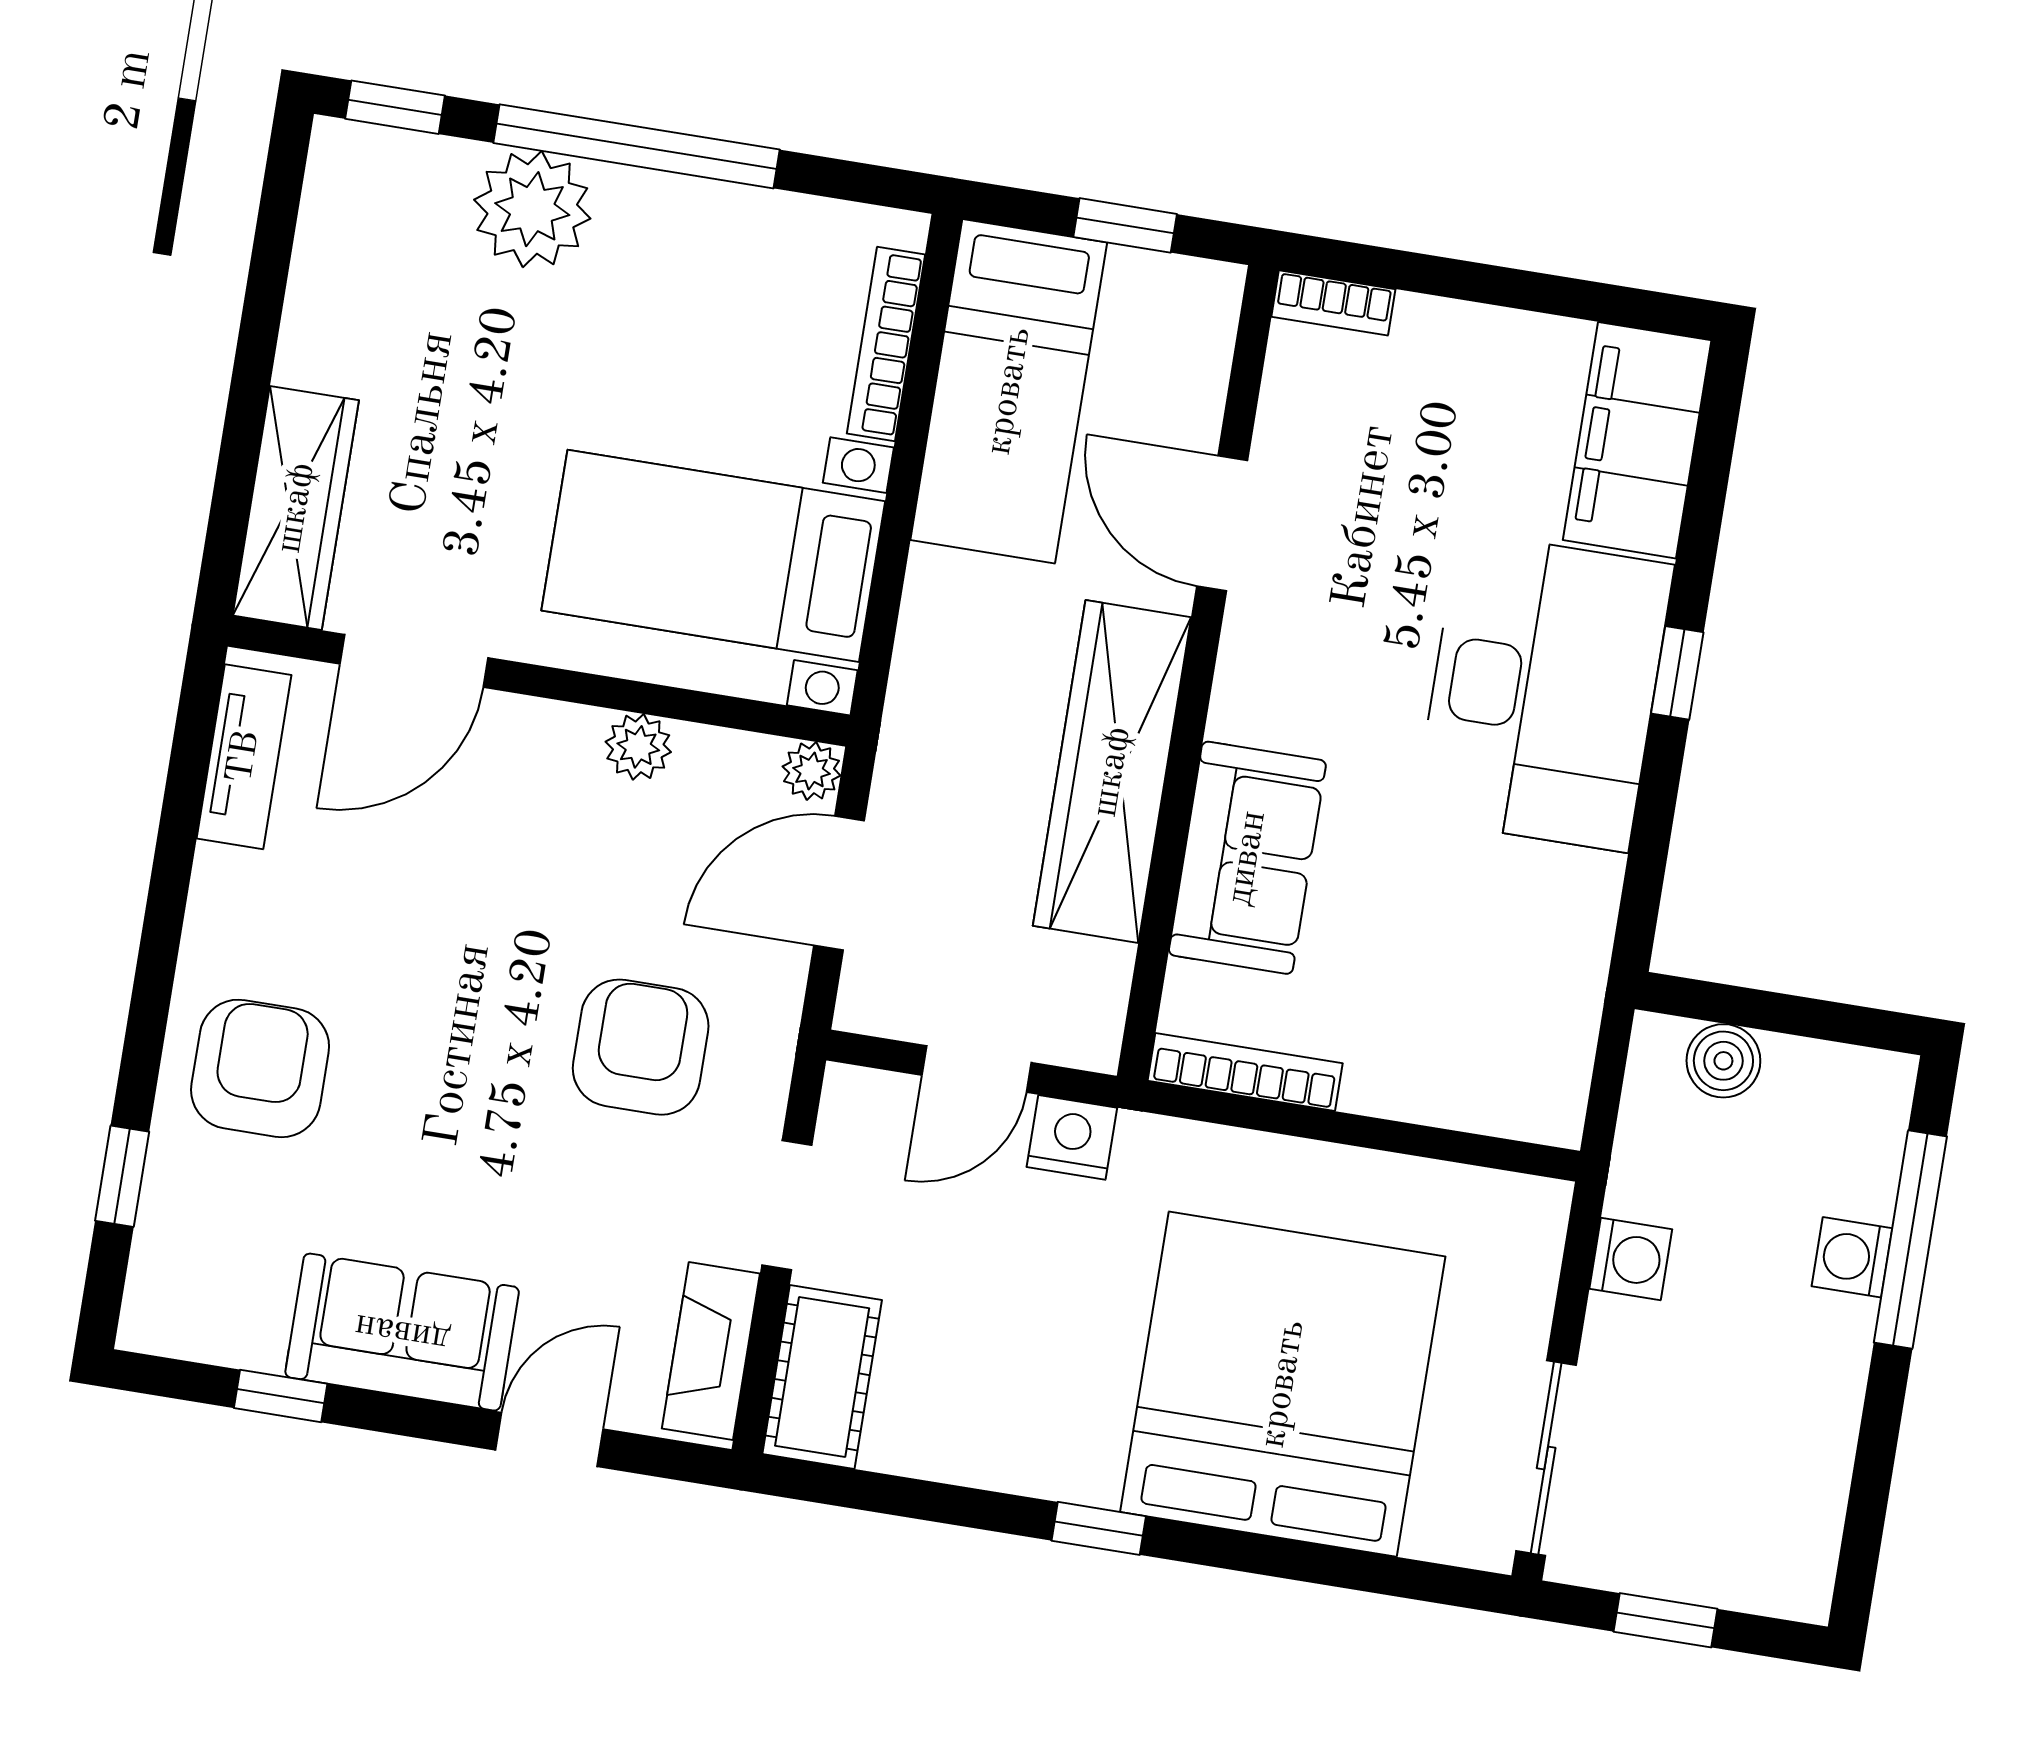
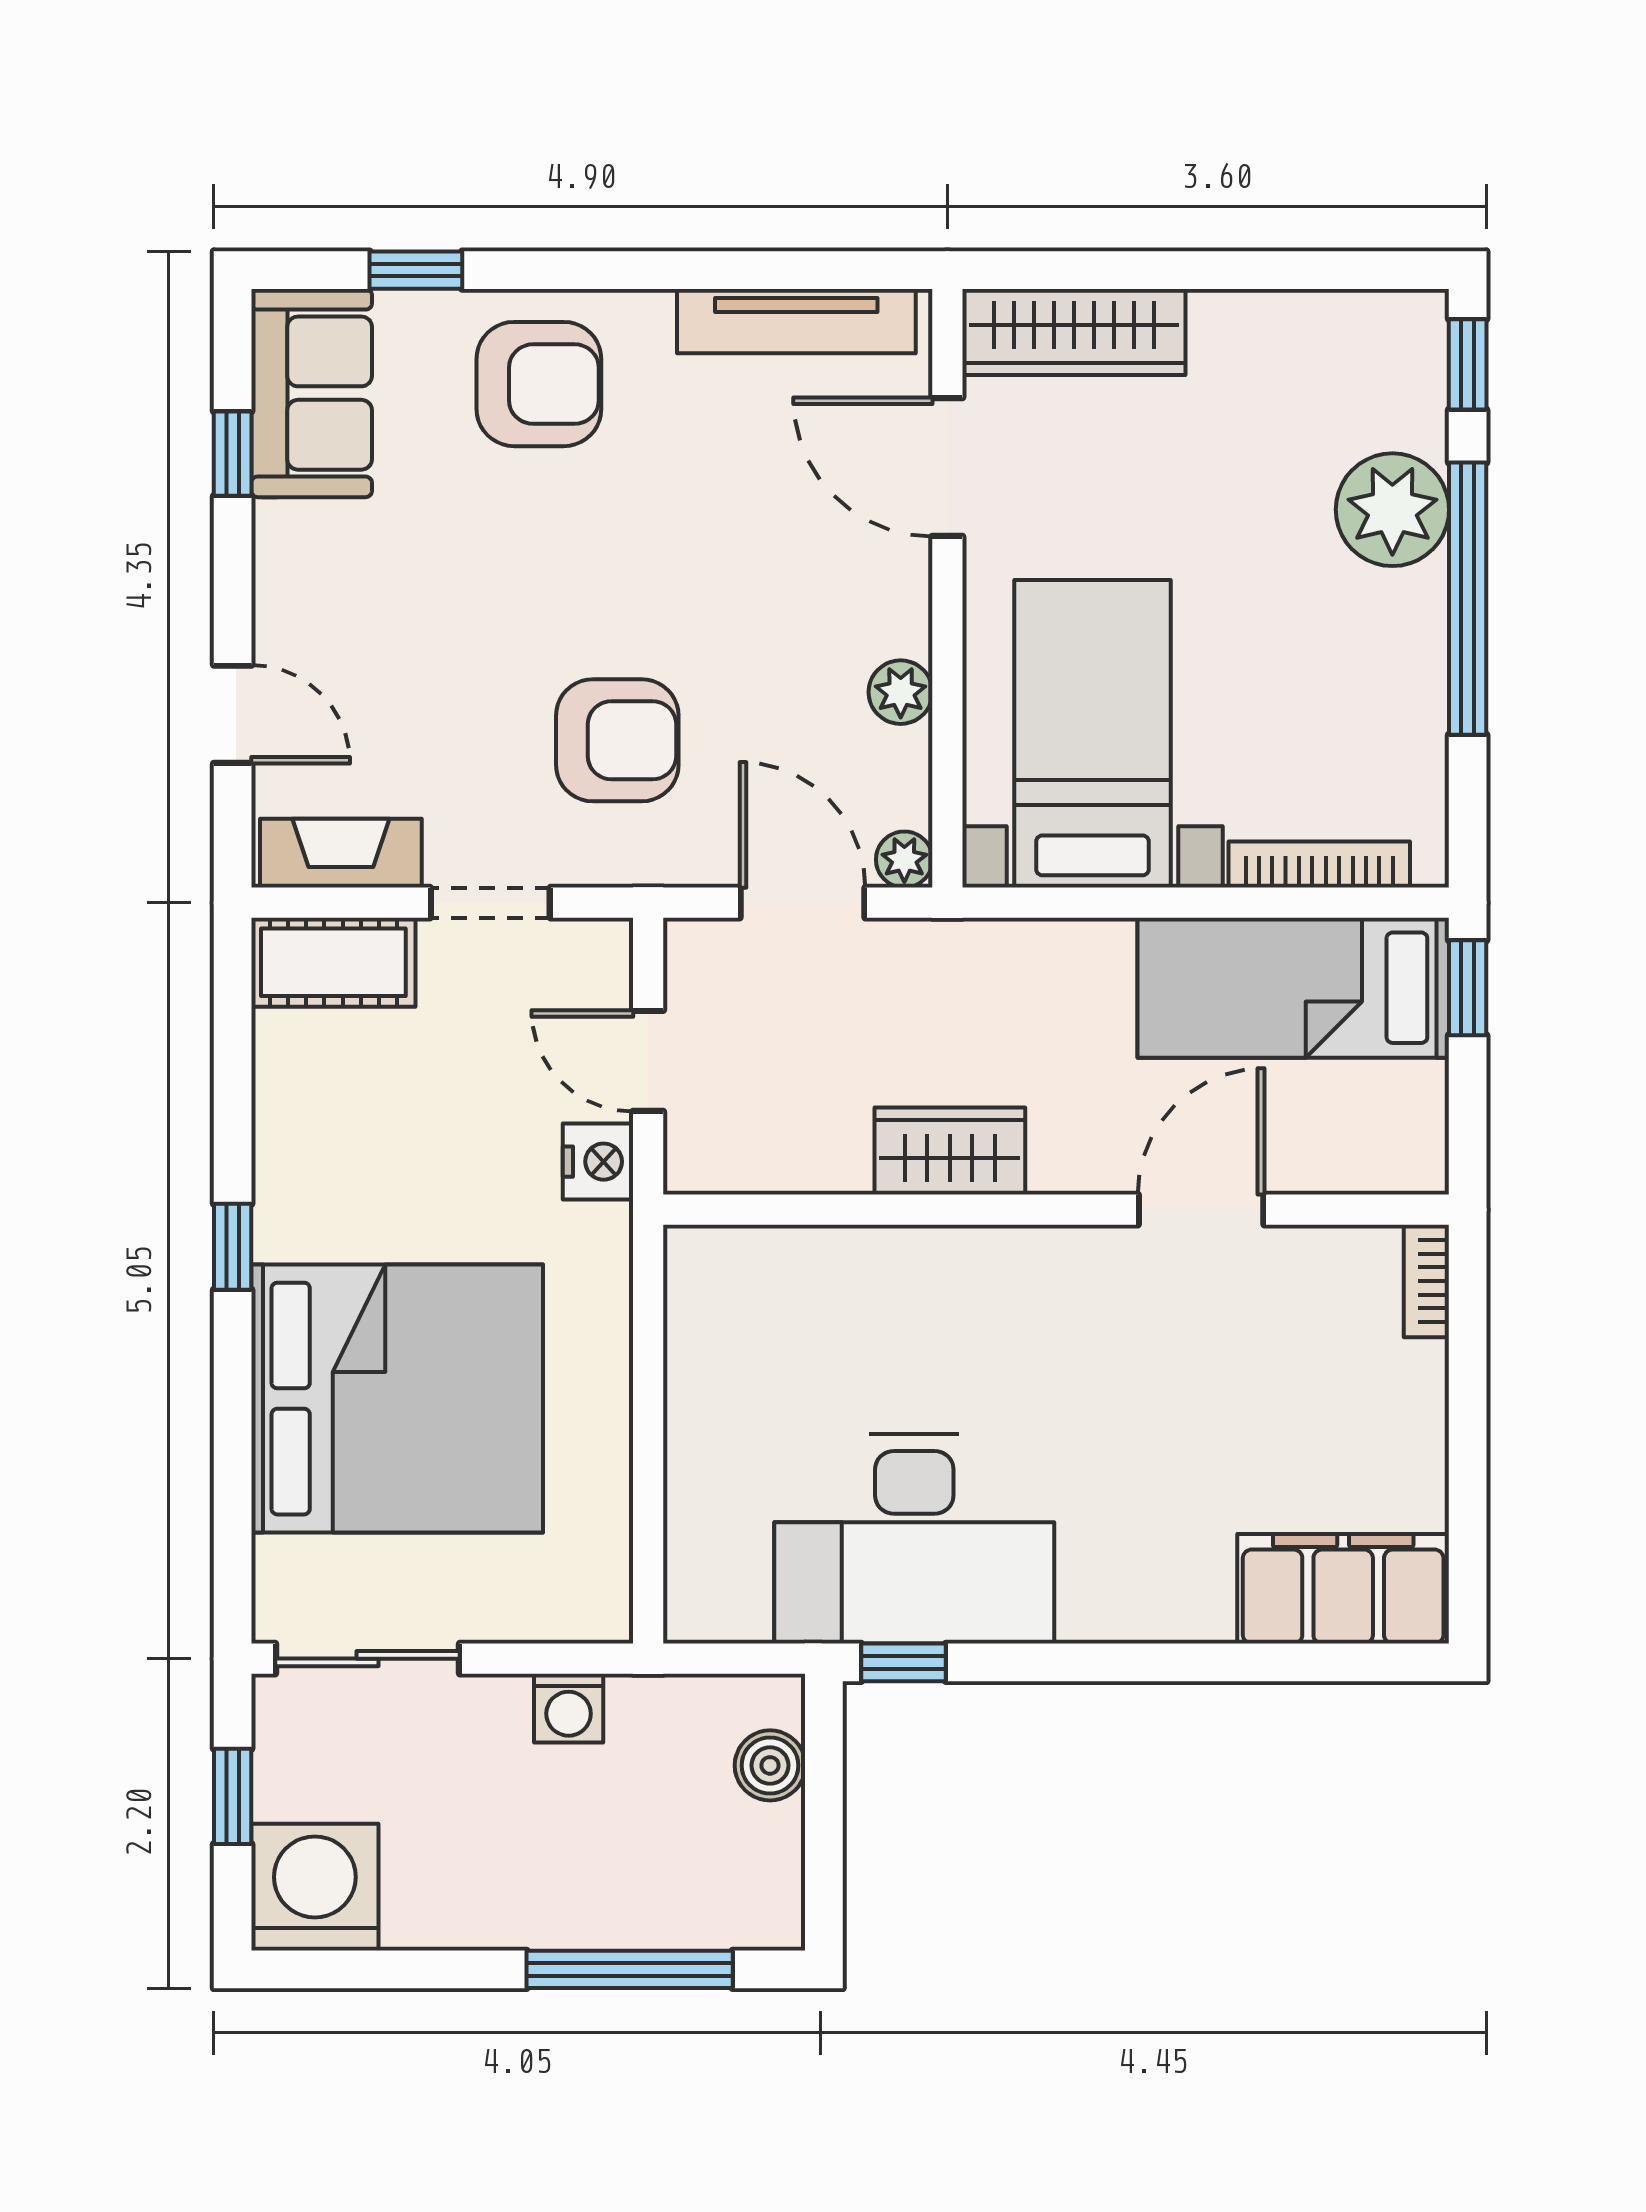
window: (1125, 225) -> (1468, 988), moved
window: (1677, 673) -> (903, 1662), moved
desk: (1544, 692) -> (914, 1539), moved
tv unit: (244, 757) -> (796, 321), width x1.41
wardrobe: (1112, 772) -> (950, 1151), width x0.48, depth x0.85
sofa: (1247, 858) -> (889, 1285), removed
bookcase: (1245, 1072) -> (686, 1315), removed
washing machine: (1852, 1257) -> (315, 1887), moved, width x1.89, depth x1.89
sofa: (402, 1332) -> (312, 393), moved

